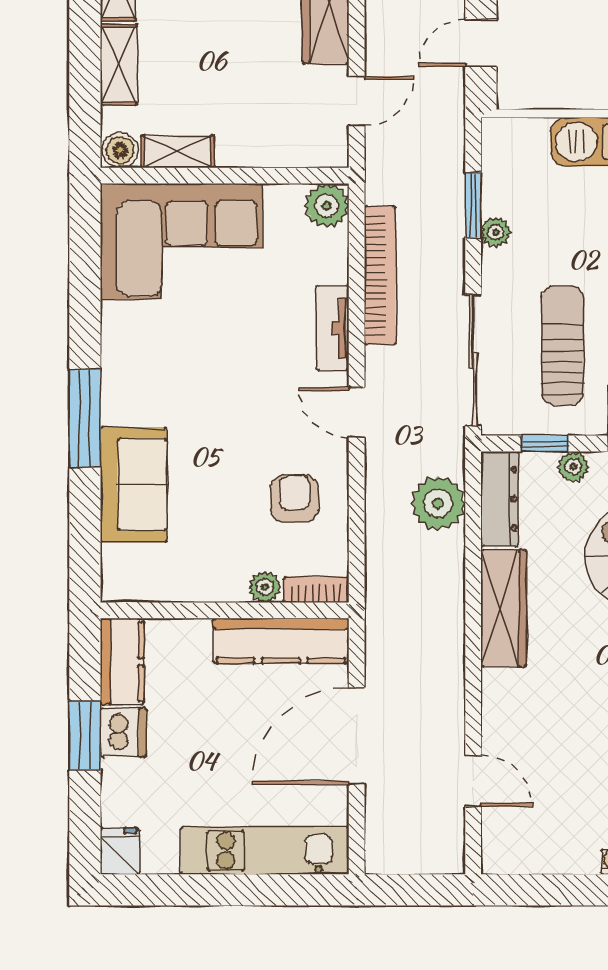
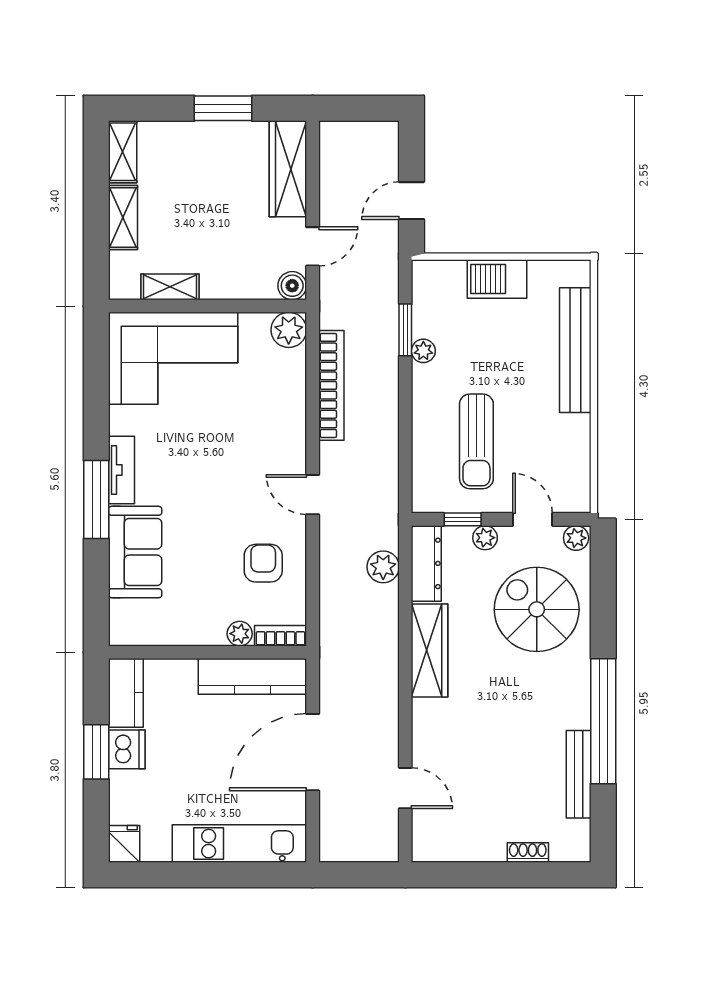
boiler: (120, 150) -> (292, 286), moved
tv unit: (333, 328) -> (121, 470), moved, turned 180
sun lounger: (562, 346) -> (476, 441), turned 180
sliding door: (473, 360) -> (405, 453), removed
plant: (438, 503) -> (383, 567), width x0.73, depth x0.73

